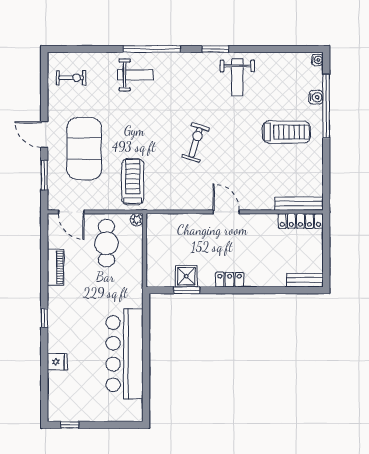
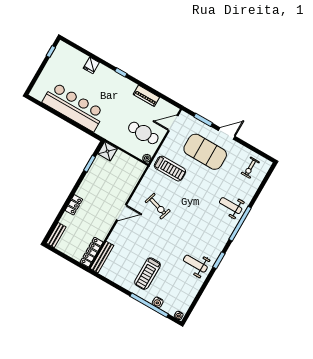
weight bench: (135, 75) -> (231, 206), turned 90
exercise bike: (196, 143) -> (158, 206), moved
shower: (186, 276) -> (108, 151), moved
locker: (230, 280) -> (74, 205), moved

